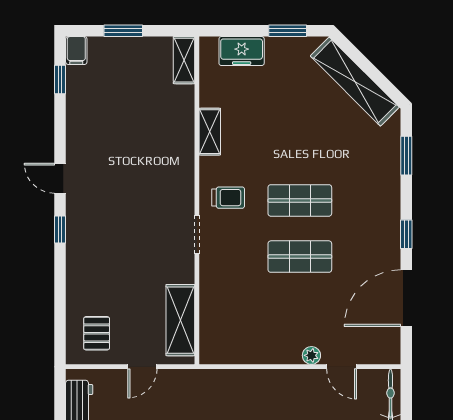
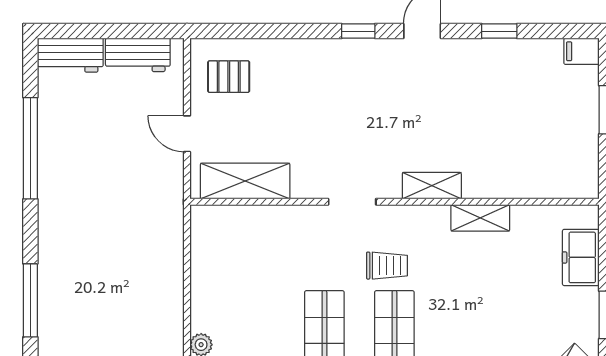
shelving: (184, 60) -> (432, 186), moved
window: (60, 79) -> (499, 31), moved
trolley: (228, 198) -> (387, 266), moved, turned -90

